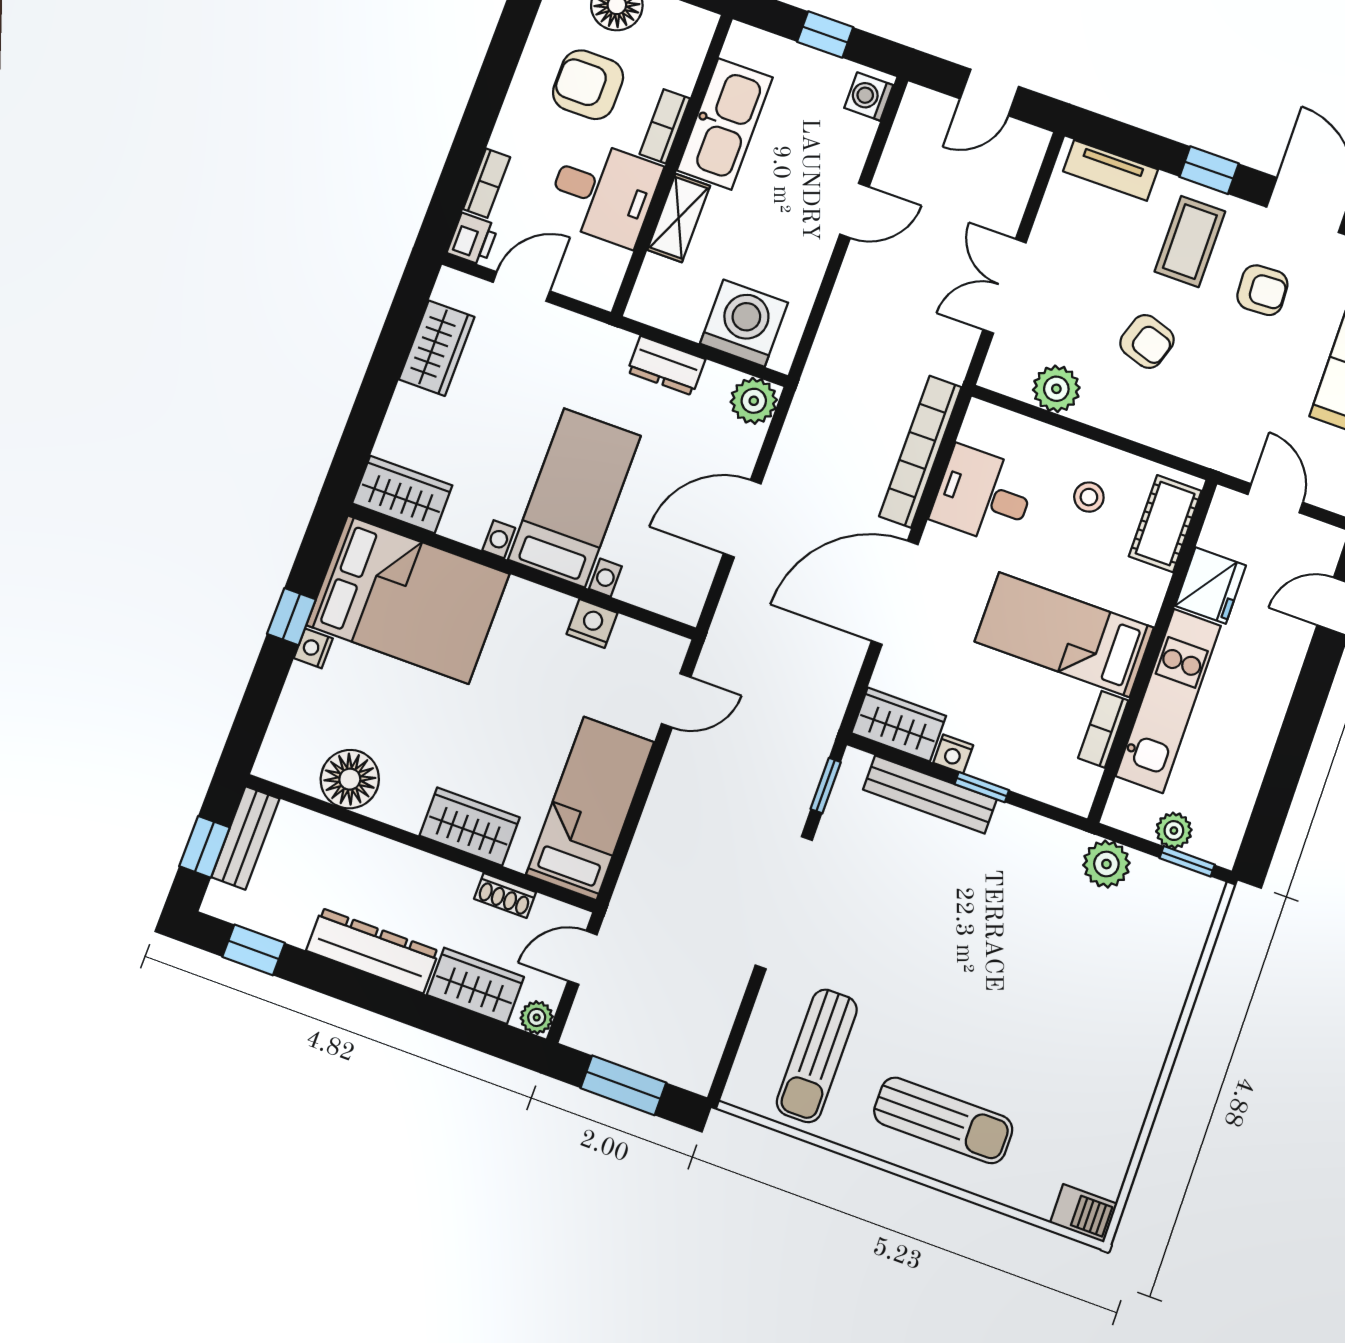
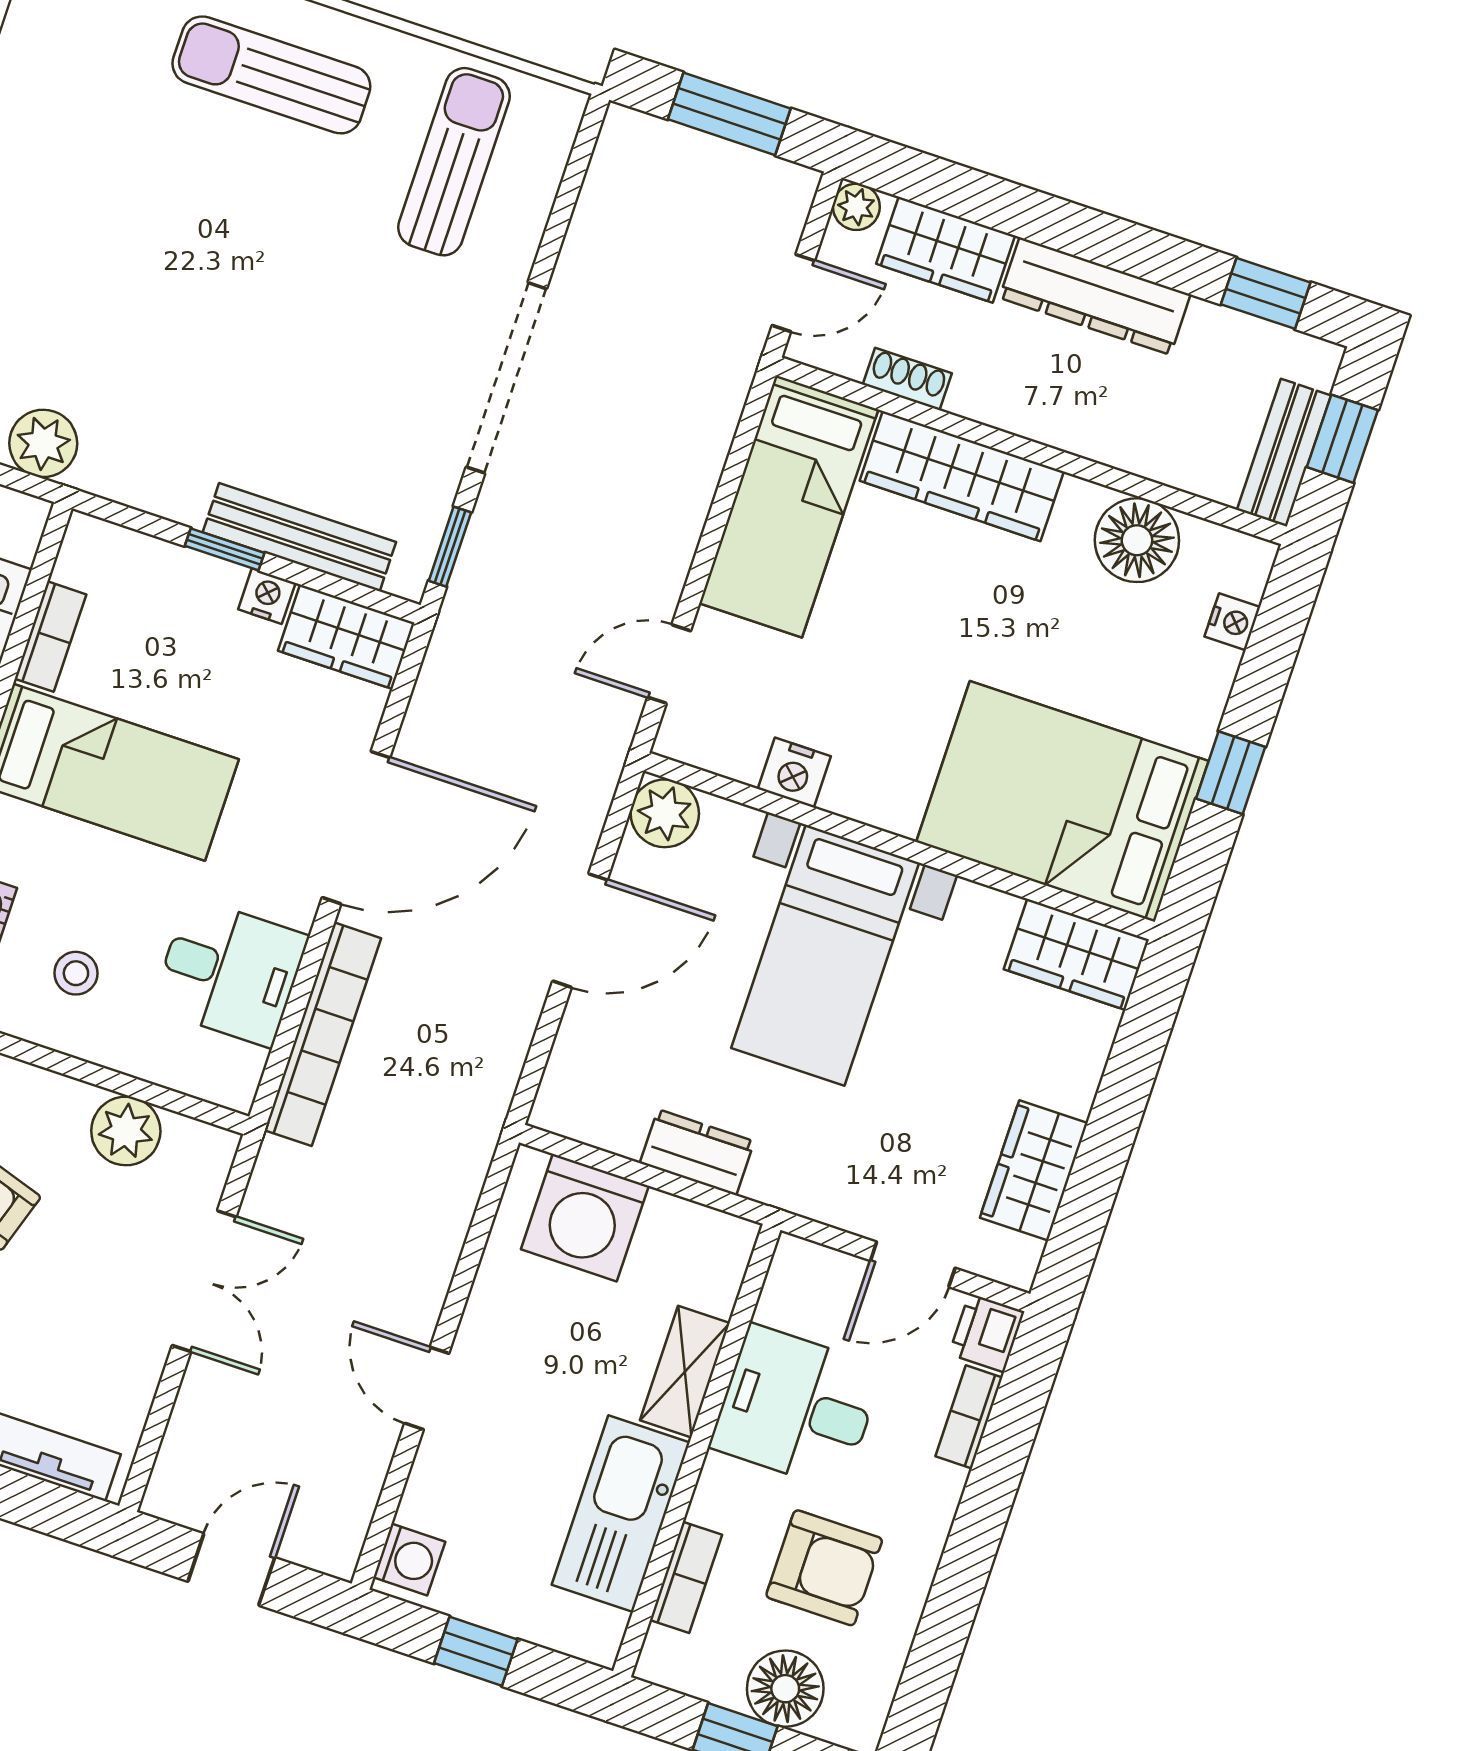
bookcase: (665, 126) -> (686, 1577), moved
door: (854, 211) -> (427, 1388), hinge flipped
plant: (754, 401) -> (665, 813), moved
nightstand: (313, 648) -> (1232, 622), moved
wardrobe: (470, 827) -> (962, 476), width x1.50

